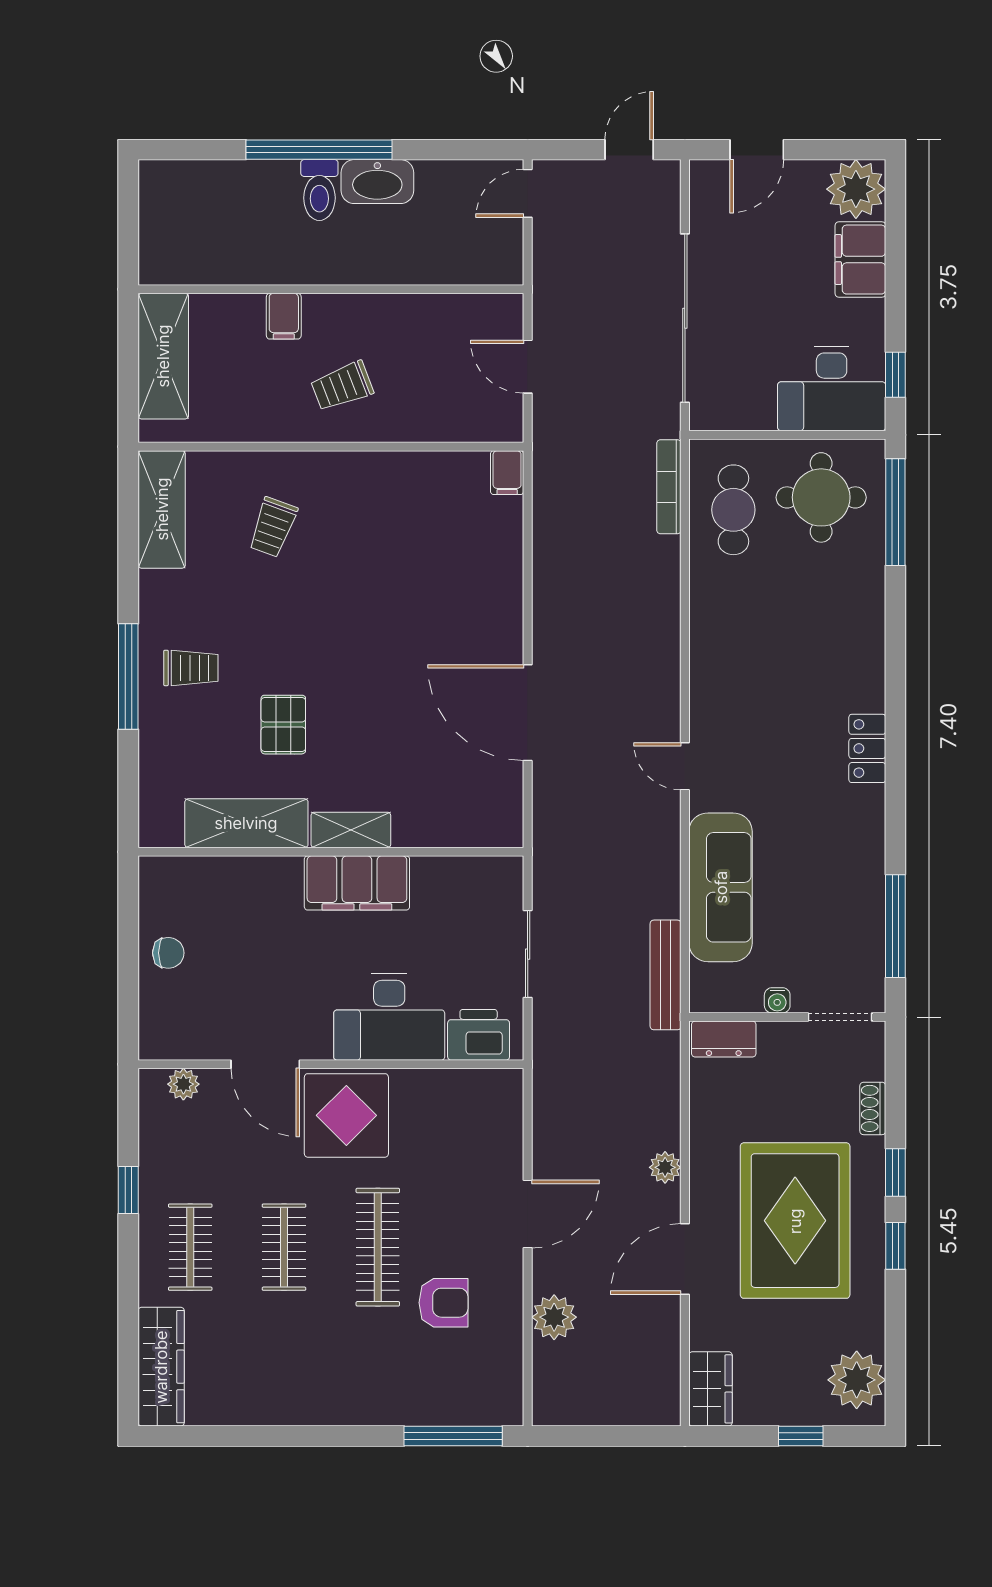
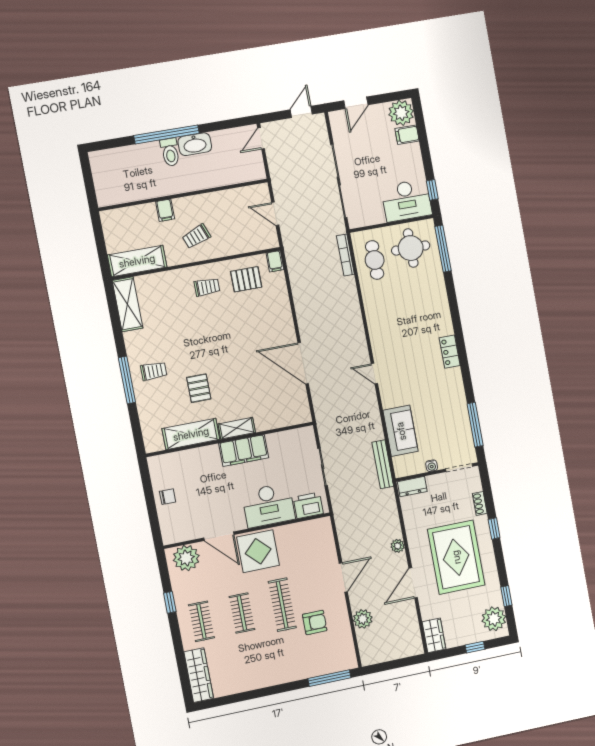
filing cabinet: (860, 260) -> (407, 135), width x0.50
shelving: (163, 356) -> (137, 261), moved, turned 90
pallet: (435, 501) -> (246, 279), added
trolley: (273, 527) -> (207, 287), moved, turned -110
sofa: (721, 887) -> (401, 431), width x0.73
plant: (183, 1084) -> (186, 558), width x1.88, depth x1.88
window: (895, 1246) -> (506, 596), moved

